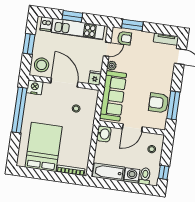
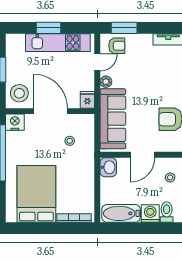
dishwasher: (46, 24) -> (18, 42), removed

